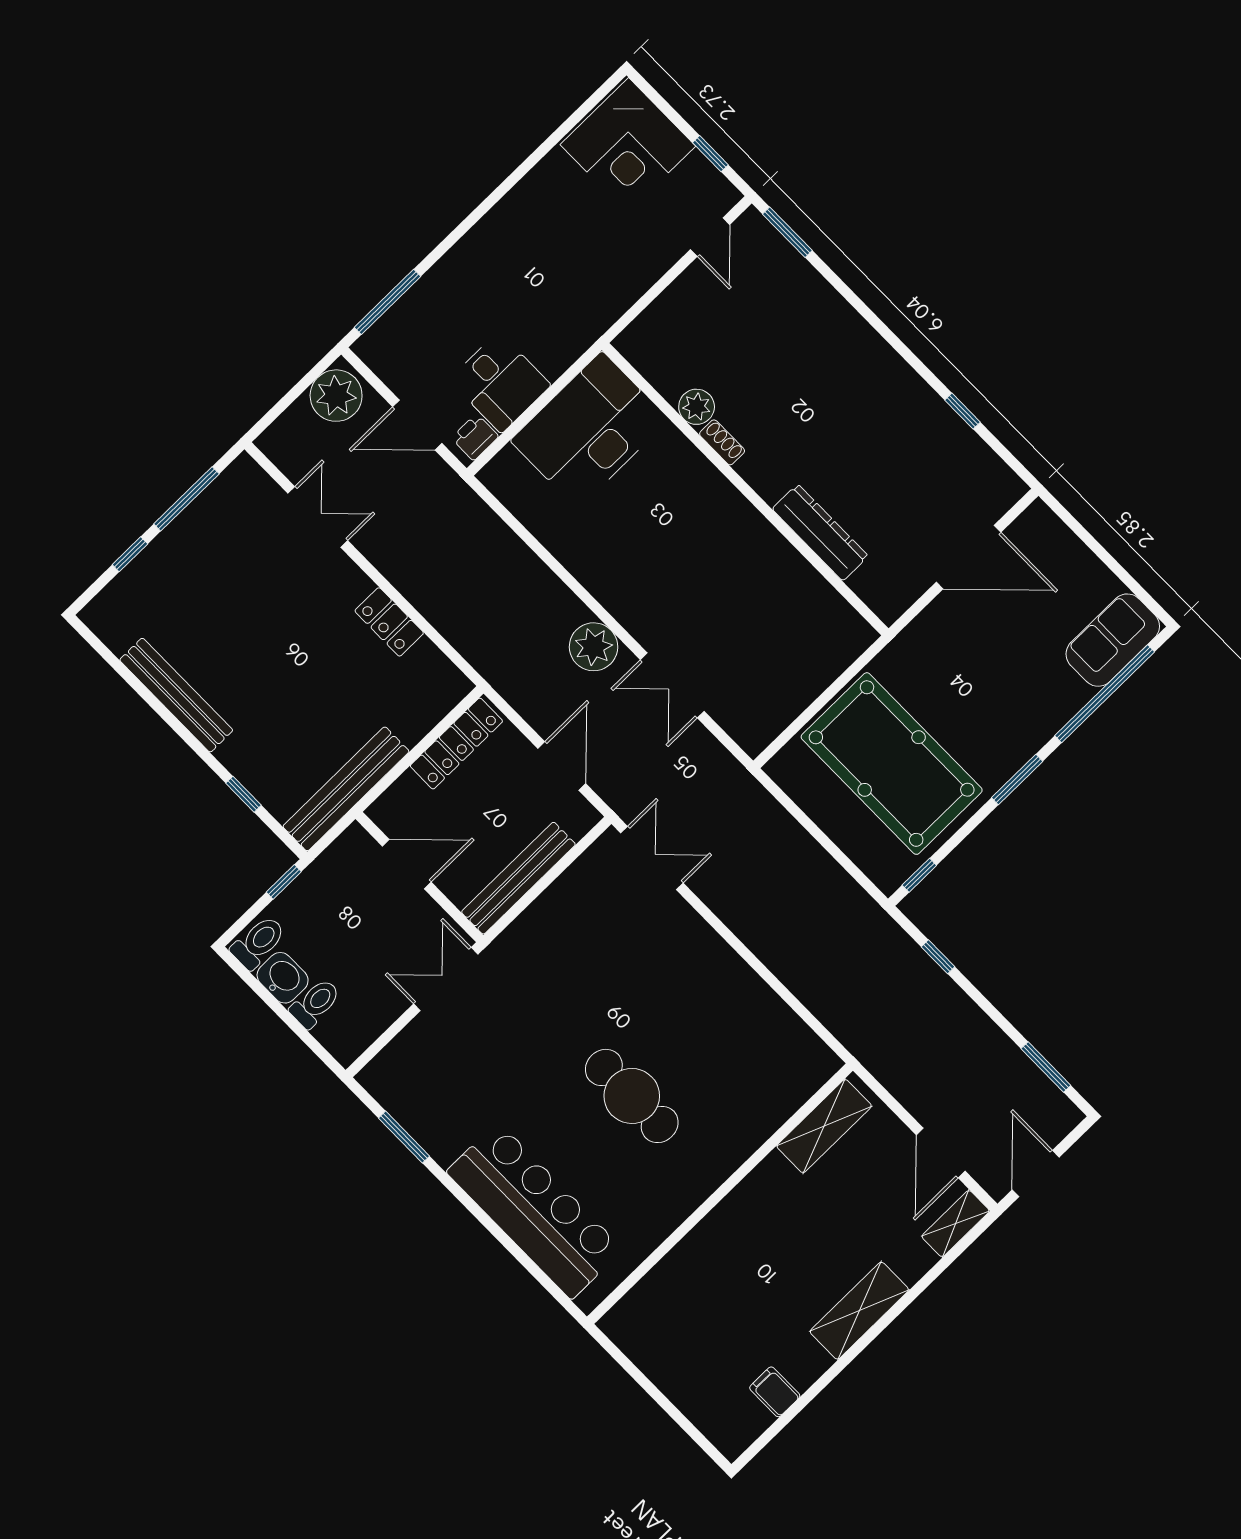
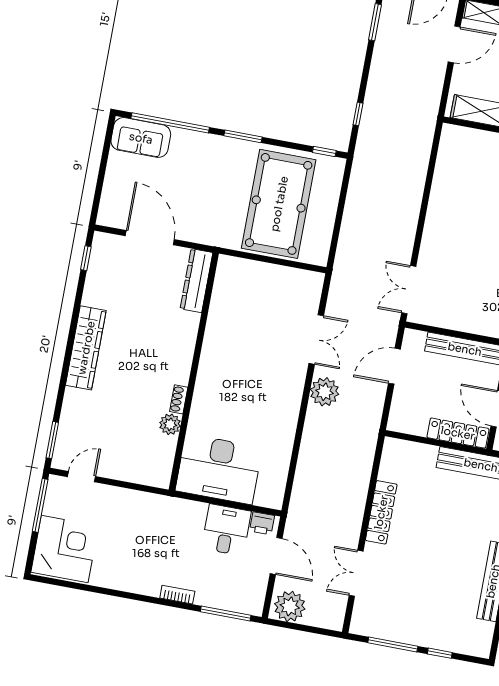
window: (710, 154) -> (40, 505), width x2.17
bookcase: (459, 254) -> (177, 595), added
wardrobe: (880, 365) -> (86, 348), added
window: (962, 411) -> (86, 258), moved
dresser: (820, 532) -> (196, 281), moved
locker: (389, 622) -> (381, 512), width x1.53
locker: (456, 744) -> (458, 433), moved

